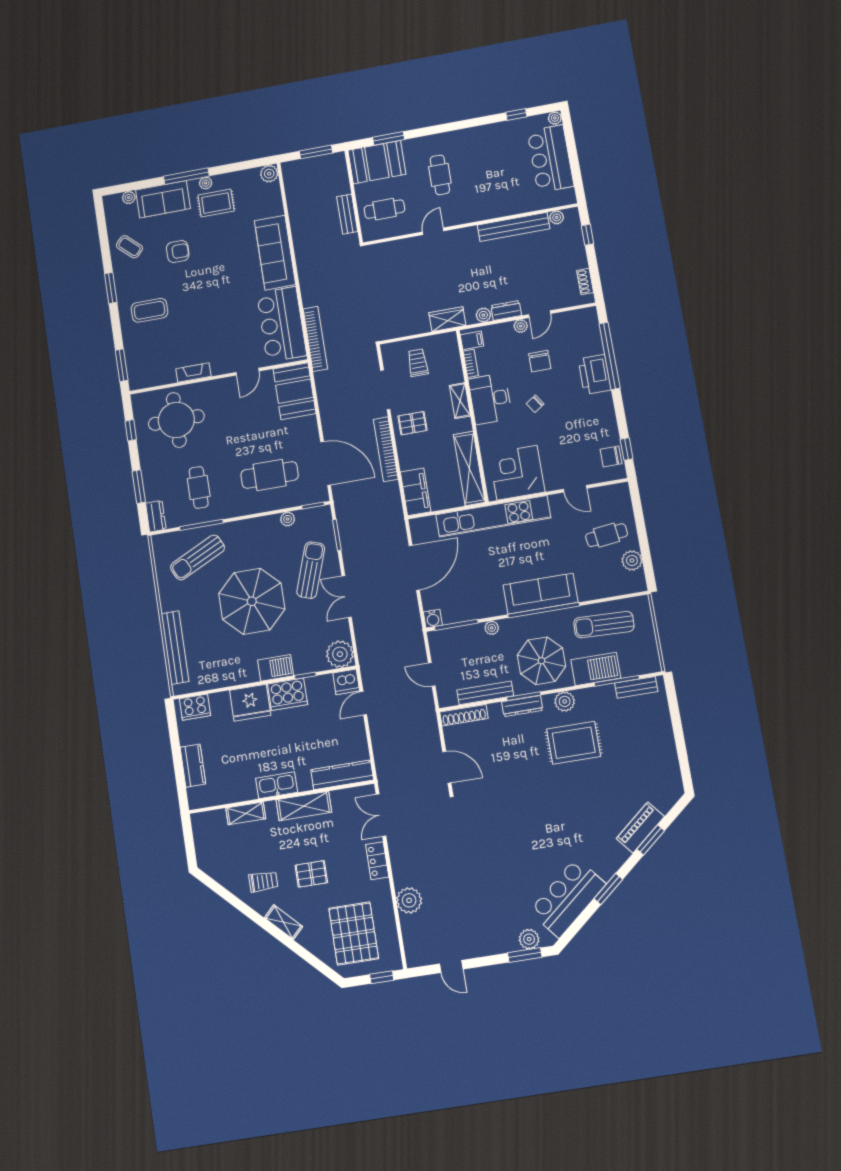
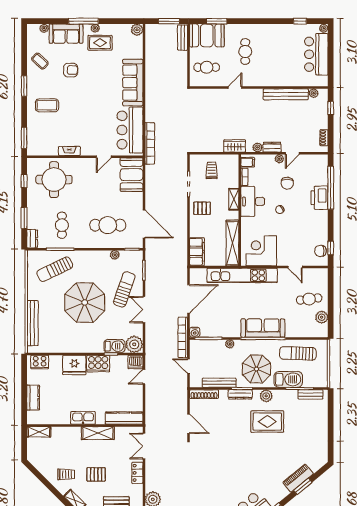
bench: (347, 214) -> (183, 38), moved
bookcase: (386, 449) -> (183, 337), moved
barbecue: (276, 668) -> (114, 346), moved
shelving: (246, 813) -> (39, 432), moved

